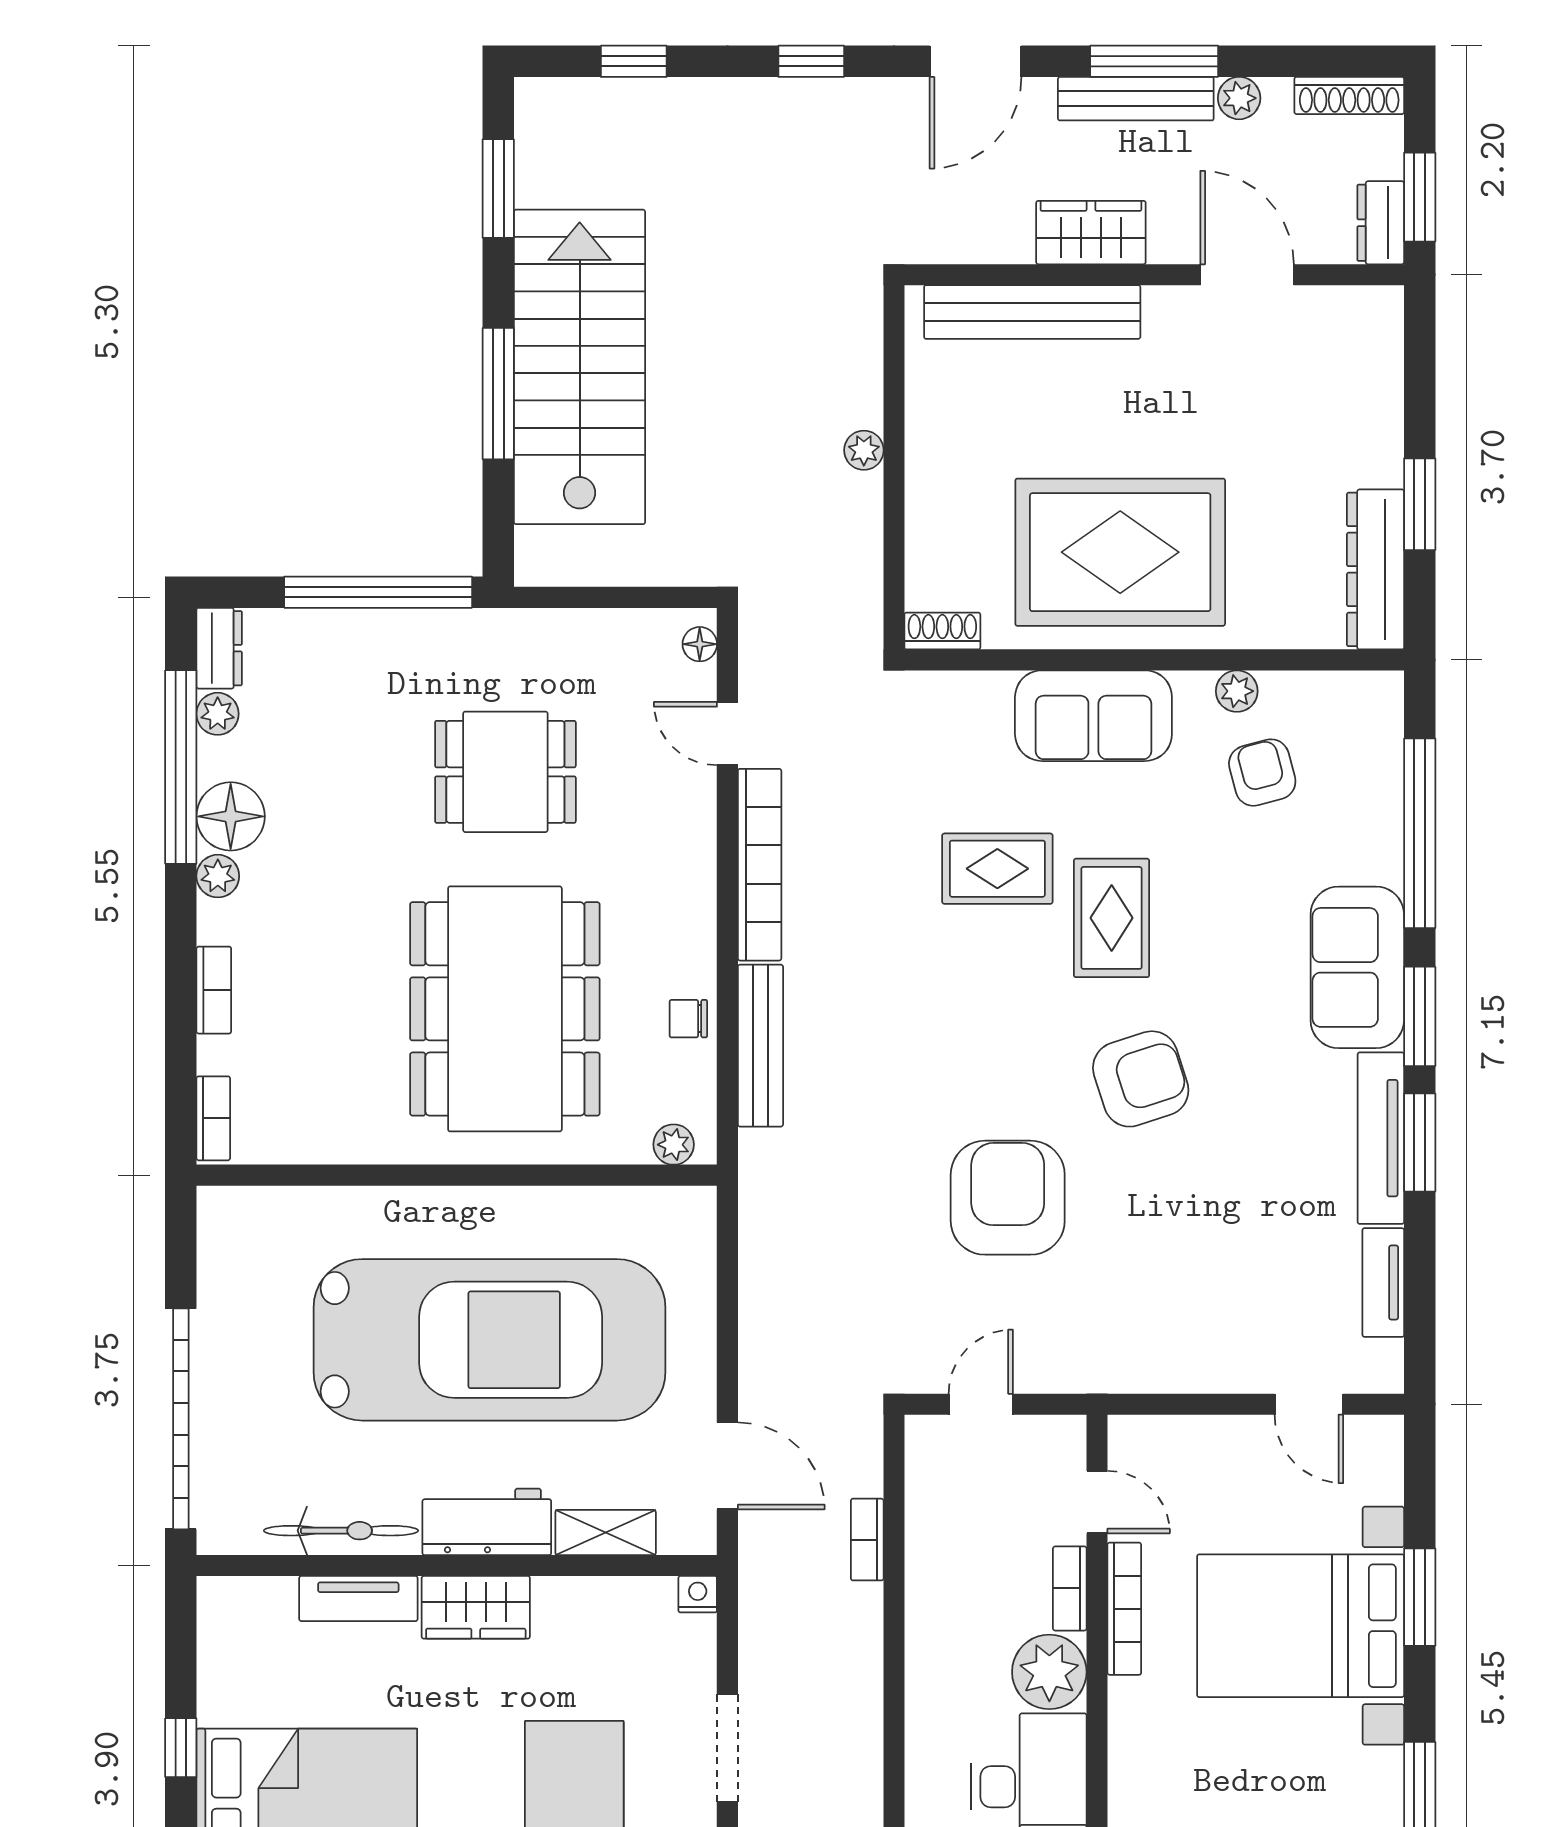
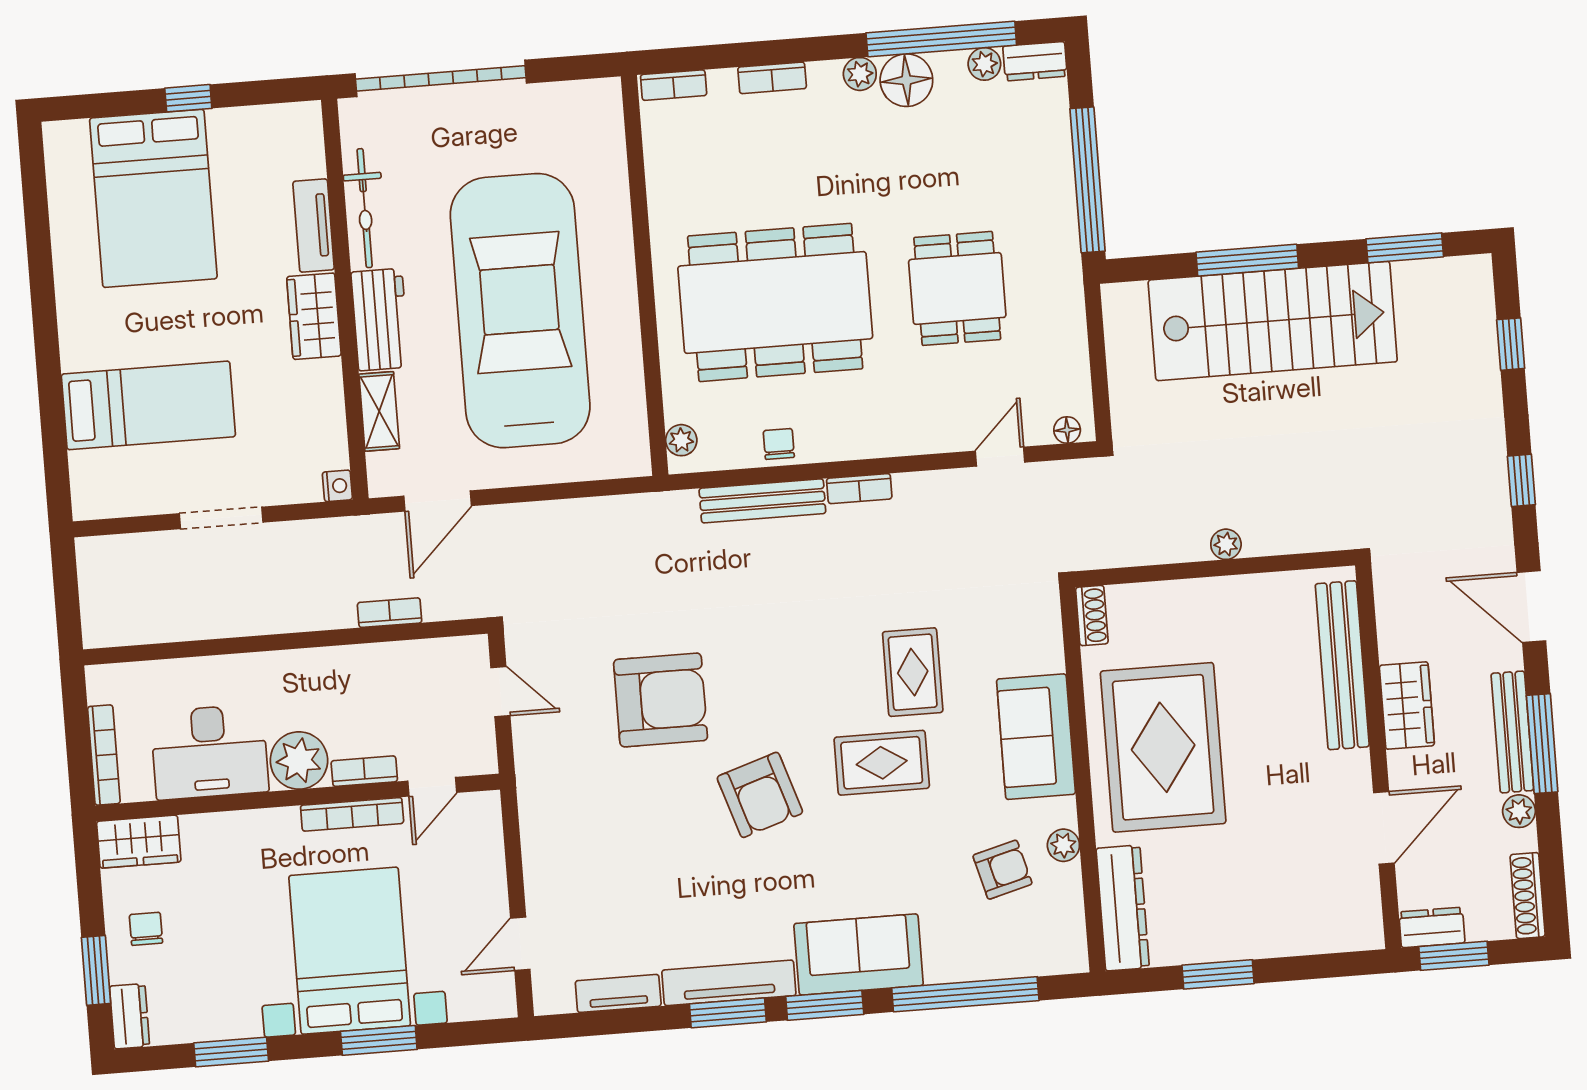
dresser: (1376, 569) -> (1123, 908), moved, turned 90
bookcase: (760, 865) -> (859, 489), width x0.43, depth x0.76
car: (490, 1340) -> (520, 311), turned 180

